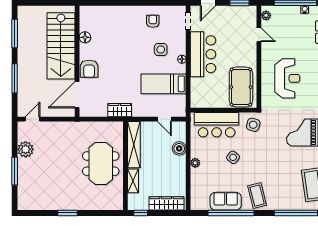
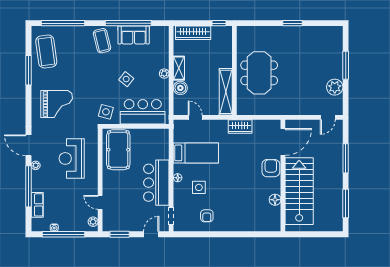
shelving: (133, 181) -> (179, 68), moved

